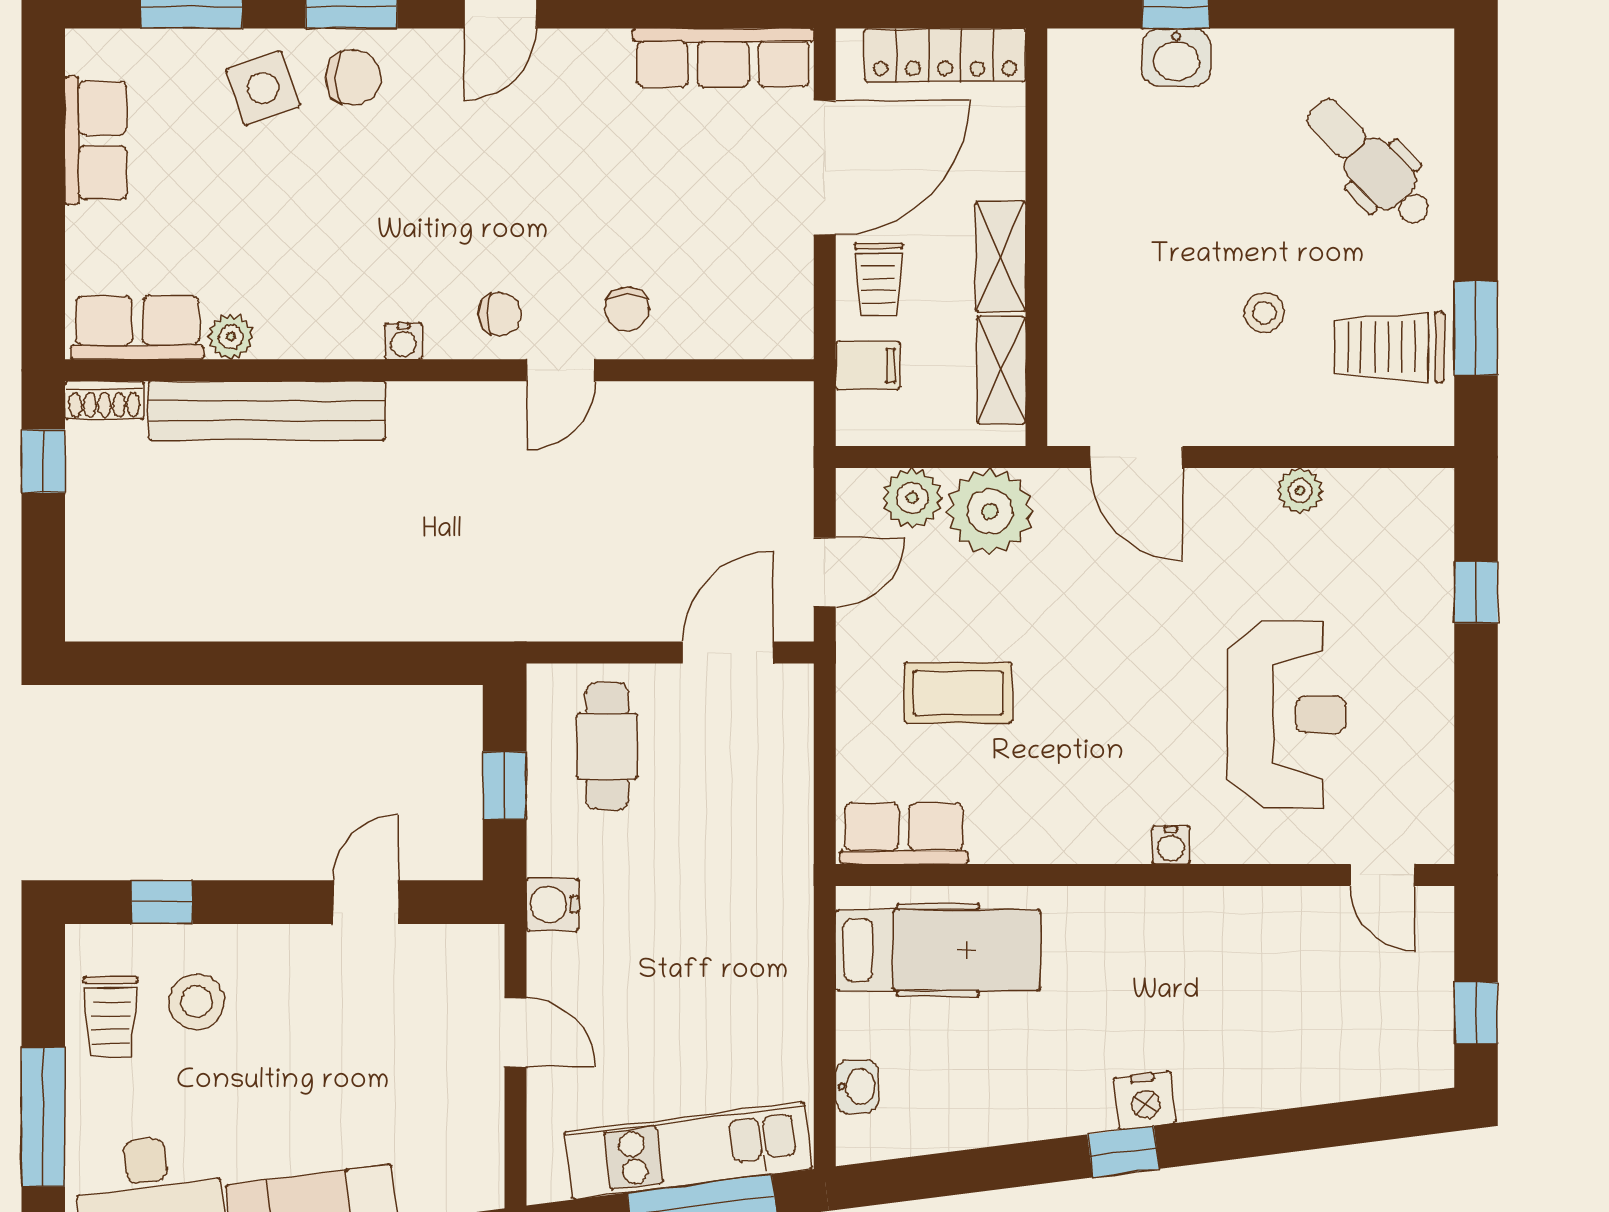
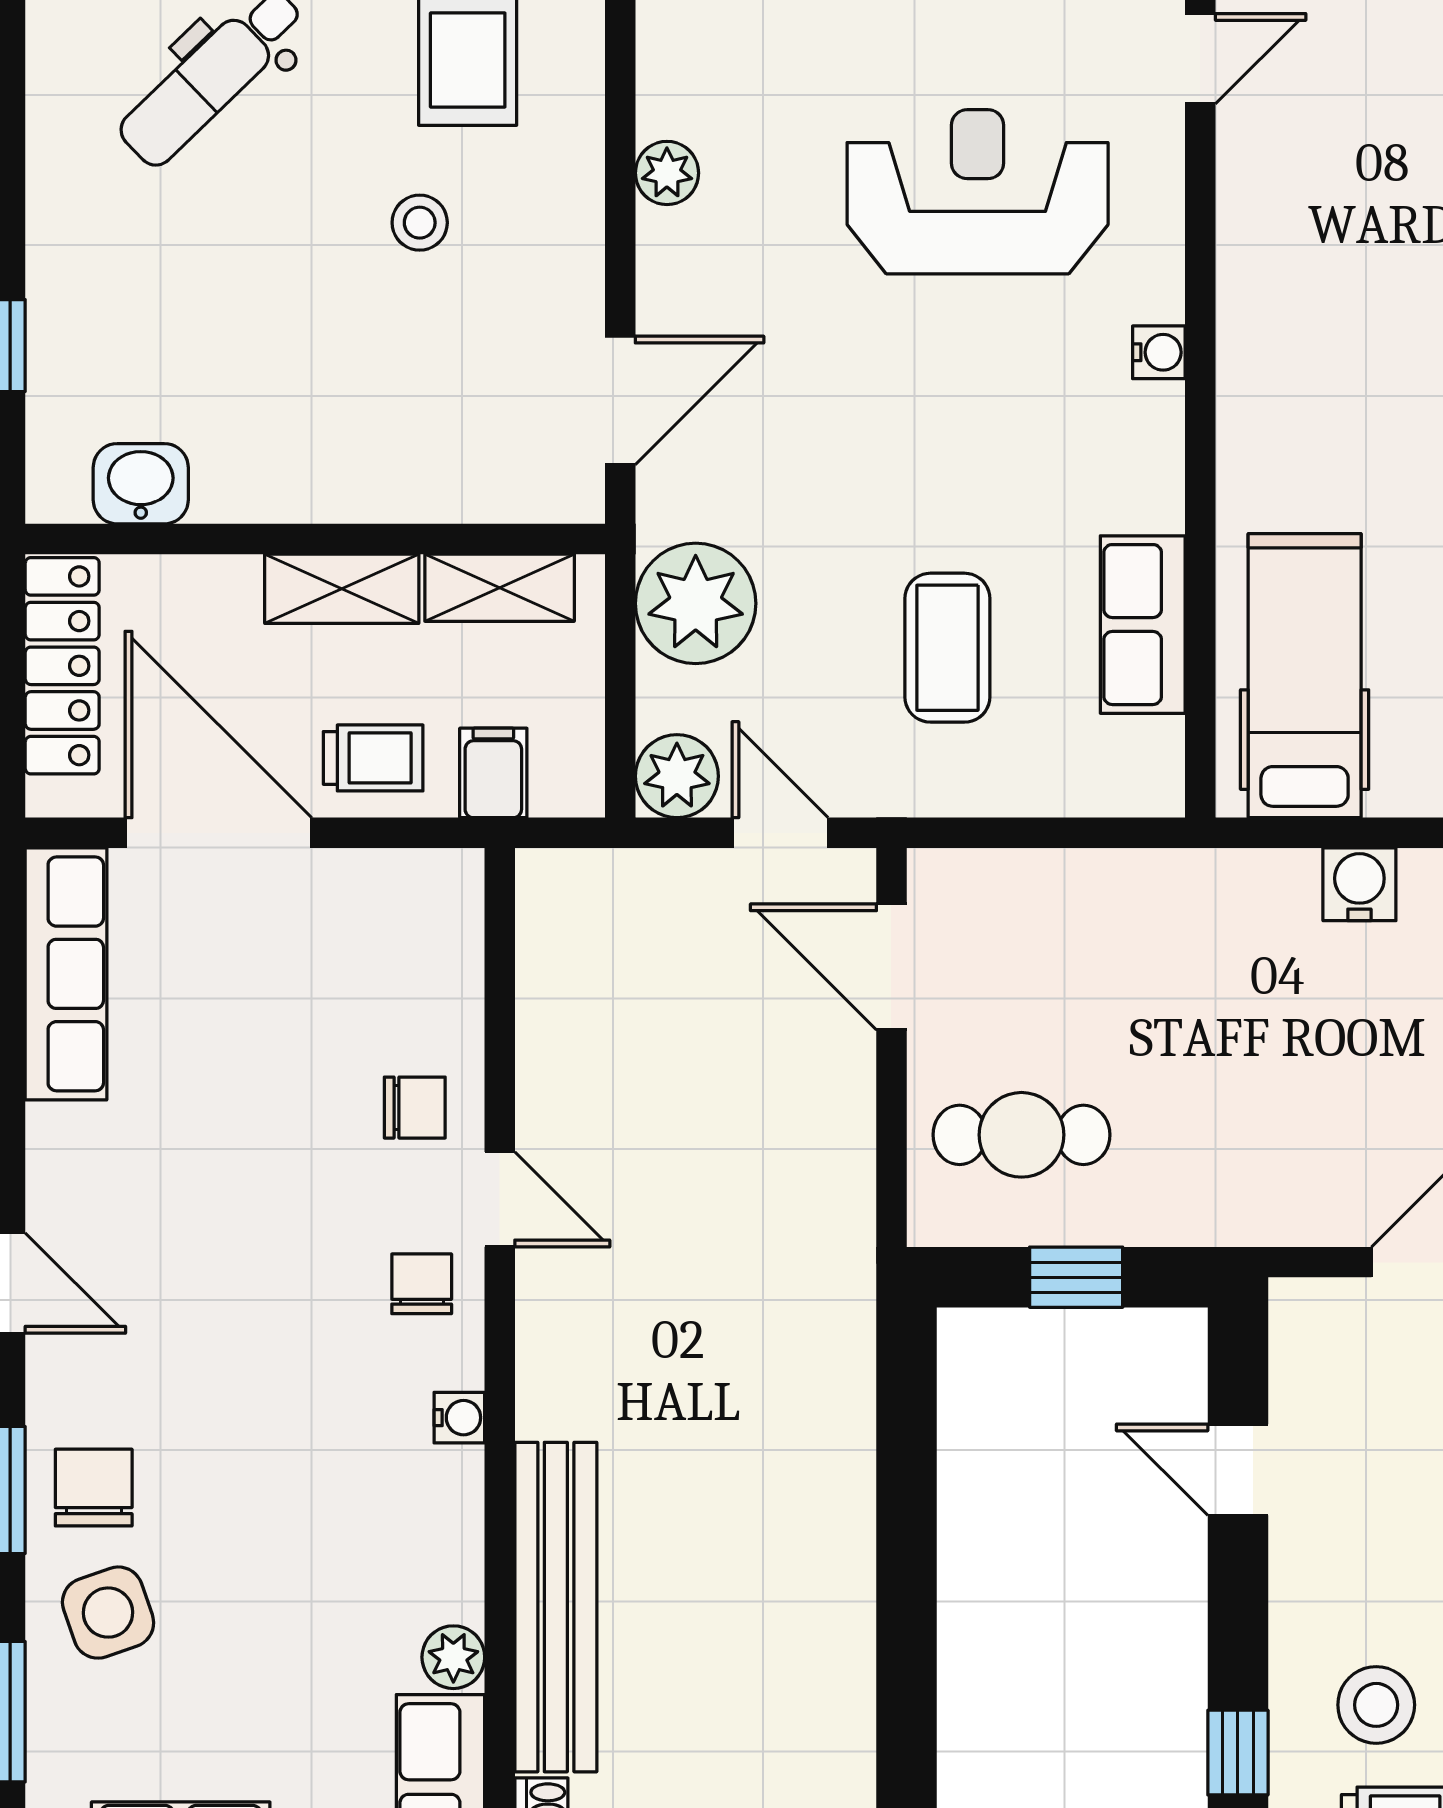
washbasin: (1176, 57) -> (141, 484), moved, turned -90
plant: (912, 498) -> (677, 776), moved
row of seats: (904, 833) -> (1143, 625), moved
water cooler: (553, 904) -> (1359, 884), moved, turned 180

